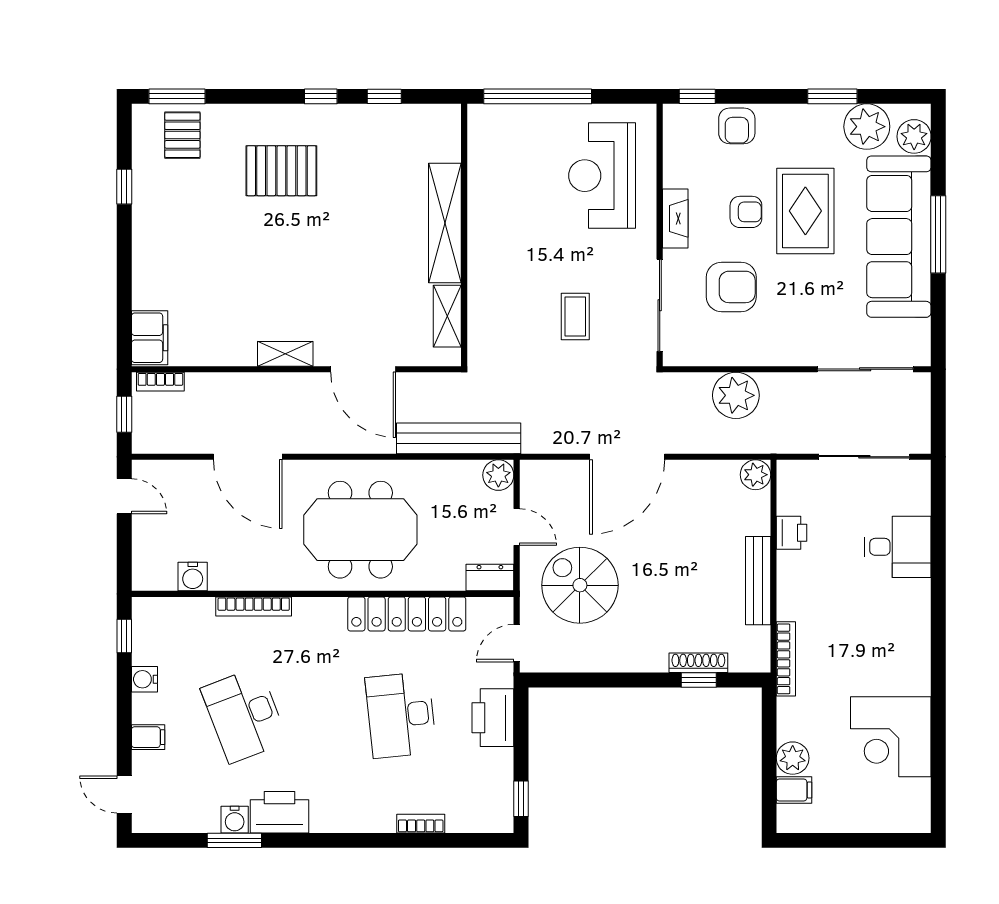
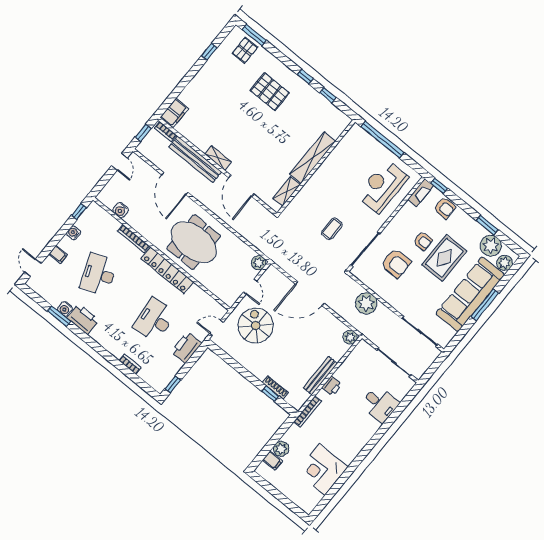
armchair: (737, 126) -> (445, 208), turned -90
fireplace: (675, 218) -> (421, 193), moved
bench: (459, 438) -> (195, 159), moved
printer: (792, 533) -> (332, 386), moved
dresser: (490, 578) -> (226, 297), removed
locker: (407, 614) -> (167, 270), moved

